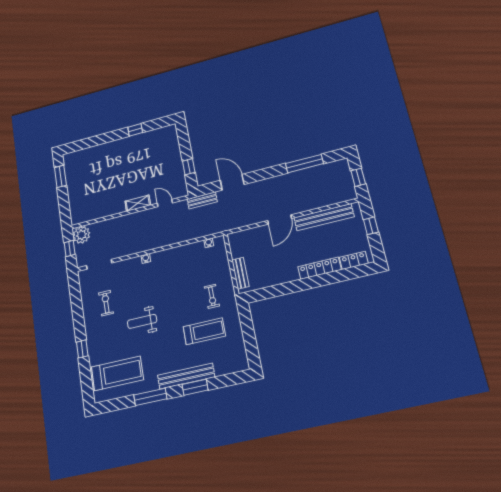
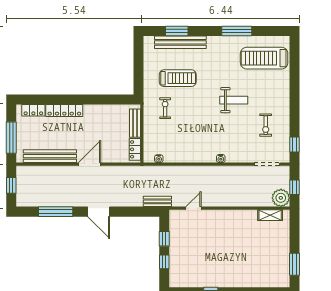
window: (185, 145) -> (164, 262), added
door: (232, 182) -> (99, 212), moved
shelving: (138, 203) -> (270, 215), moved
door: (165, 203) -> (193, 208), swing flipped
window: (371, 226) -> (11, 138), width x2.17
locker: (235, 246) -> (135, 149), added
treadmill: (204, 331) -> (178, 78), turned 180
window: (82, 349) -> (295, 144), moved
bench: (186, 376) -> (180, 42), moved
window: (195, 387) -> (177, 31), moved

